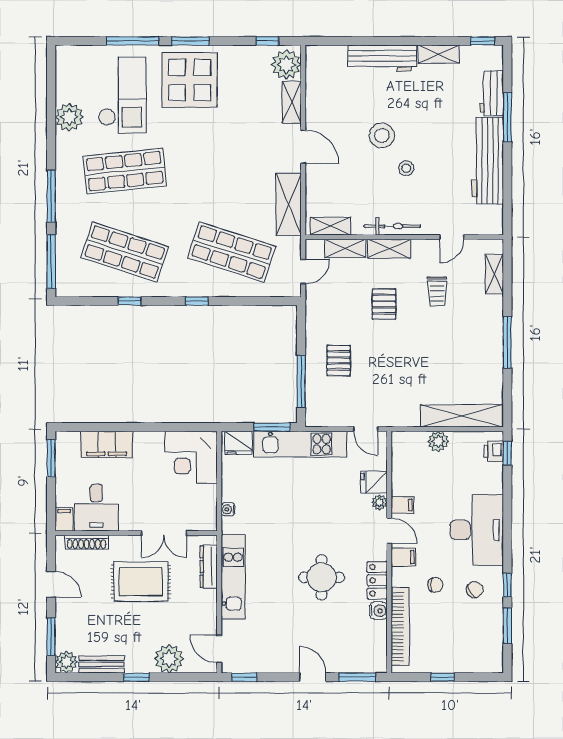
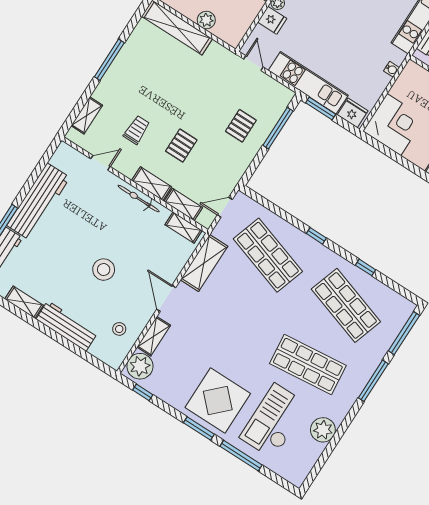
stool: (406, 168) -> (119, 329), moved

